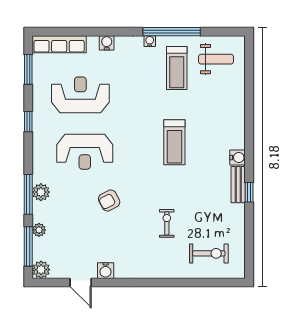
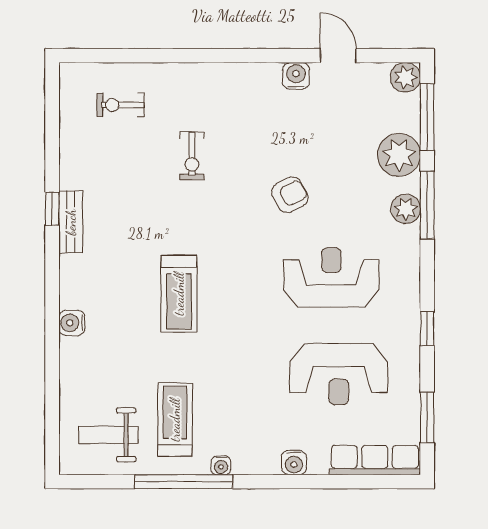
treadmill: (174, 142) -> (179, 294), turned 180
water cooler: (238, 157) -> (72, 323), moved
plant: (39, 230) -> (399, 155), width x1.88, depth x1.88
exercise bike: (209, 253) -> (121, 105), width x0.73, depth x0.72

